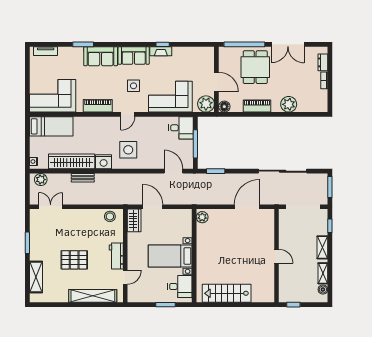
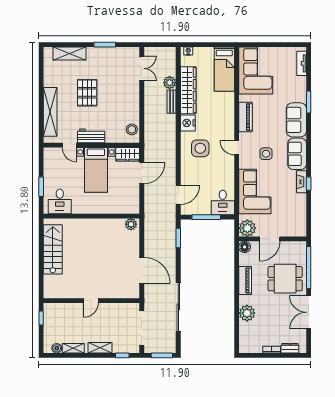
plant: (41, 180) -> (170, 83), moved
bed with nightstands: (170, 256) -> (96, 170), moved, turned 180

